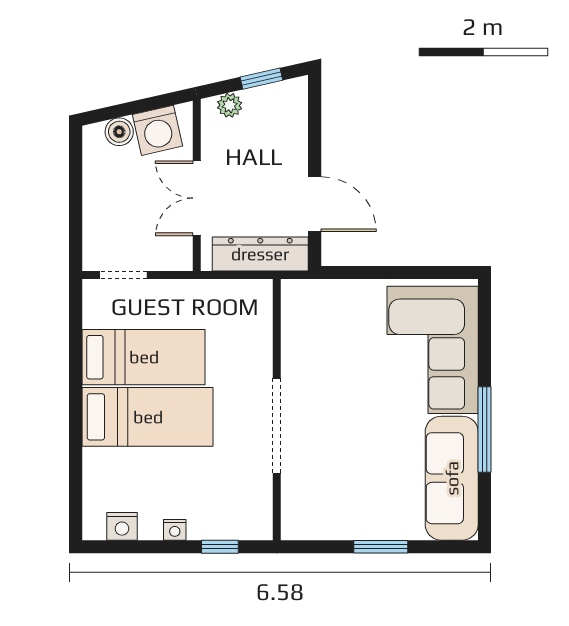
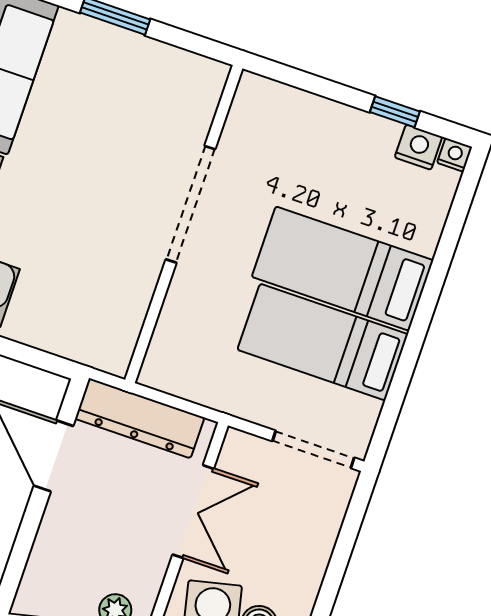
doorway: (123, 275) -> (313, 449), width x1.38
nightstand: (175, 530) -> (455, 155), moved
window: (220, 547) -> (395, 112), moved

